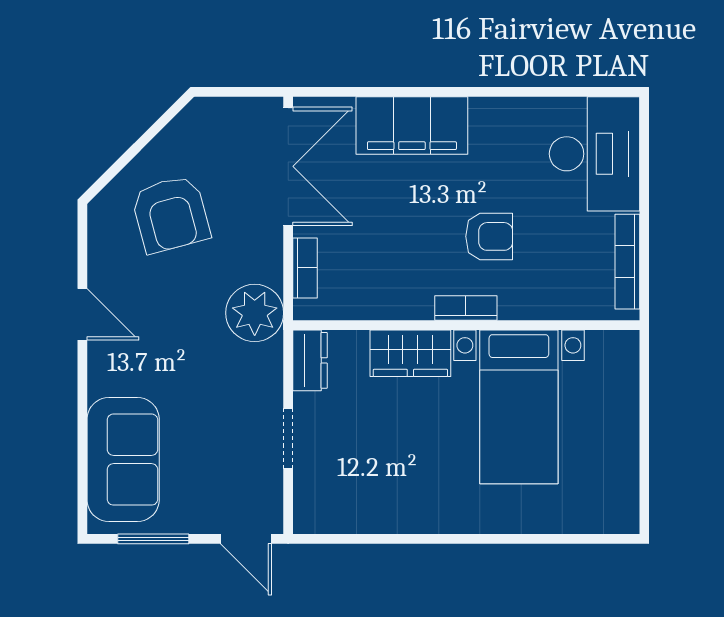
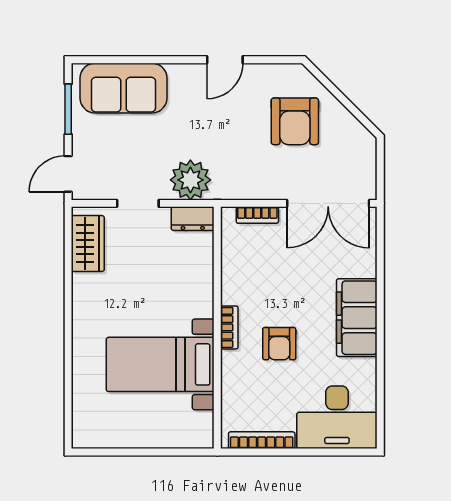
filing cabinet: (412, 125) -> (357, 318), moved
armchair: (171, 214) -> (295, 121), turned -75
plant: (255, 313) -> (190, 180), moved
wardrobe: (410, 353) -> (88, 244), moved, turned 180

